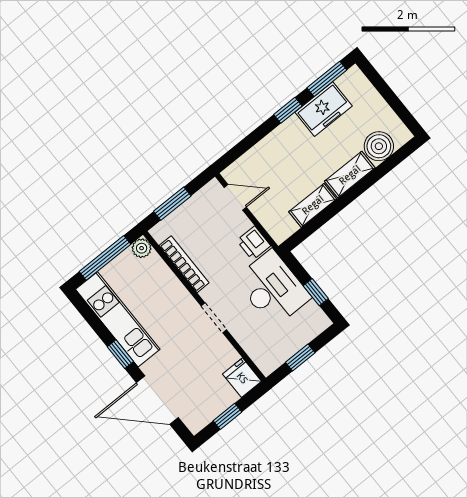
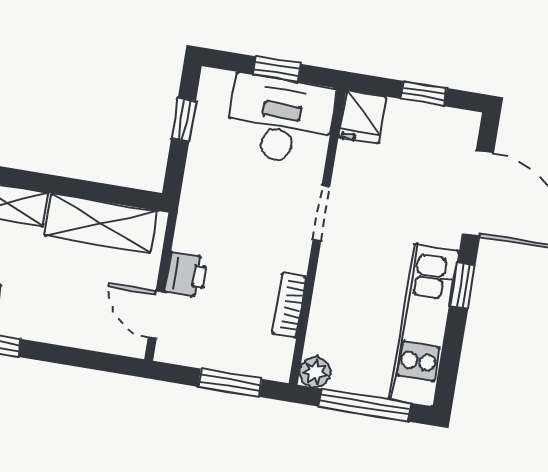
shelving: (313, 205) -> (101, 223), width x1.50, depth x1.33
printer: (254, 243) -> (186, 275), moved
bookcase: (184, 264) -> (289, 305), width x0.64
desk: (273, 288) -> (281, 120), moved, turned 90

